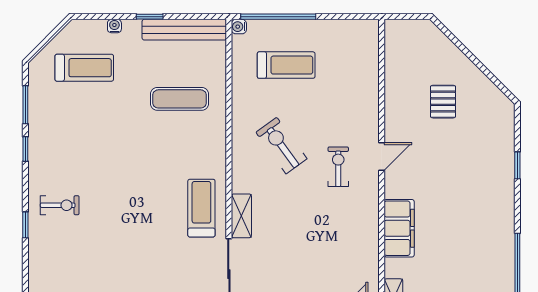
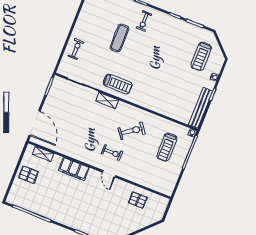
exercise mat: (180, 99) -> (119, 38), moved
pallet: (443, 102) -> (138, 200), moved

